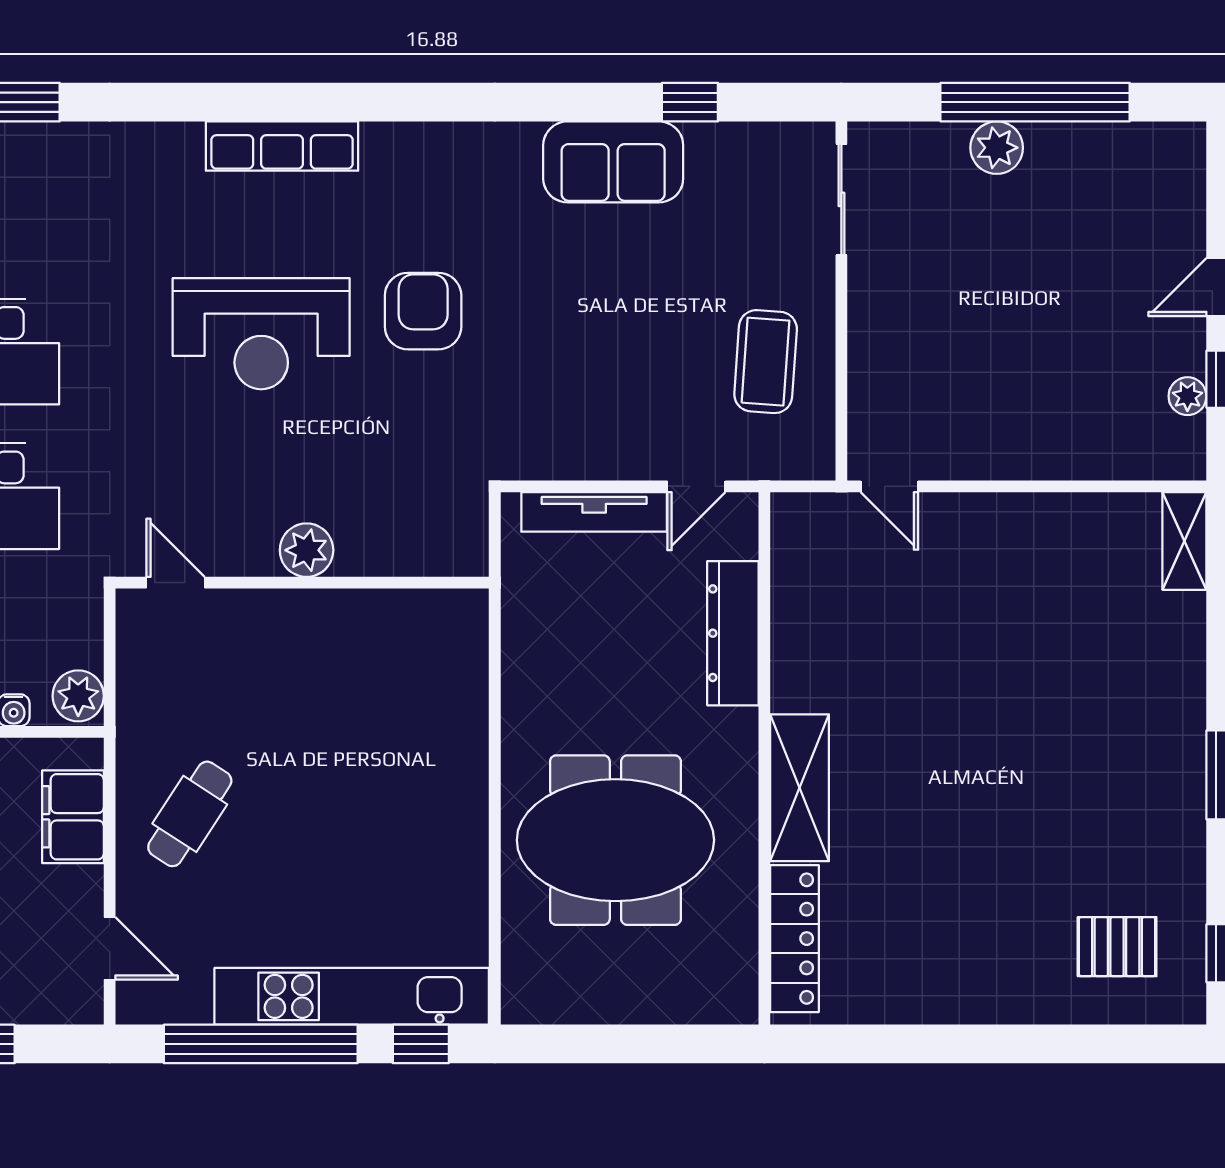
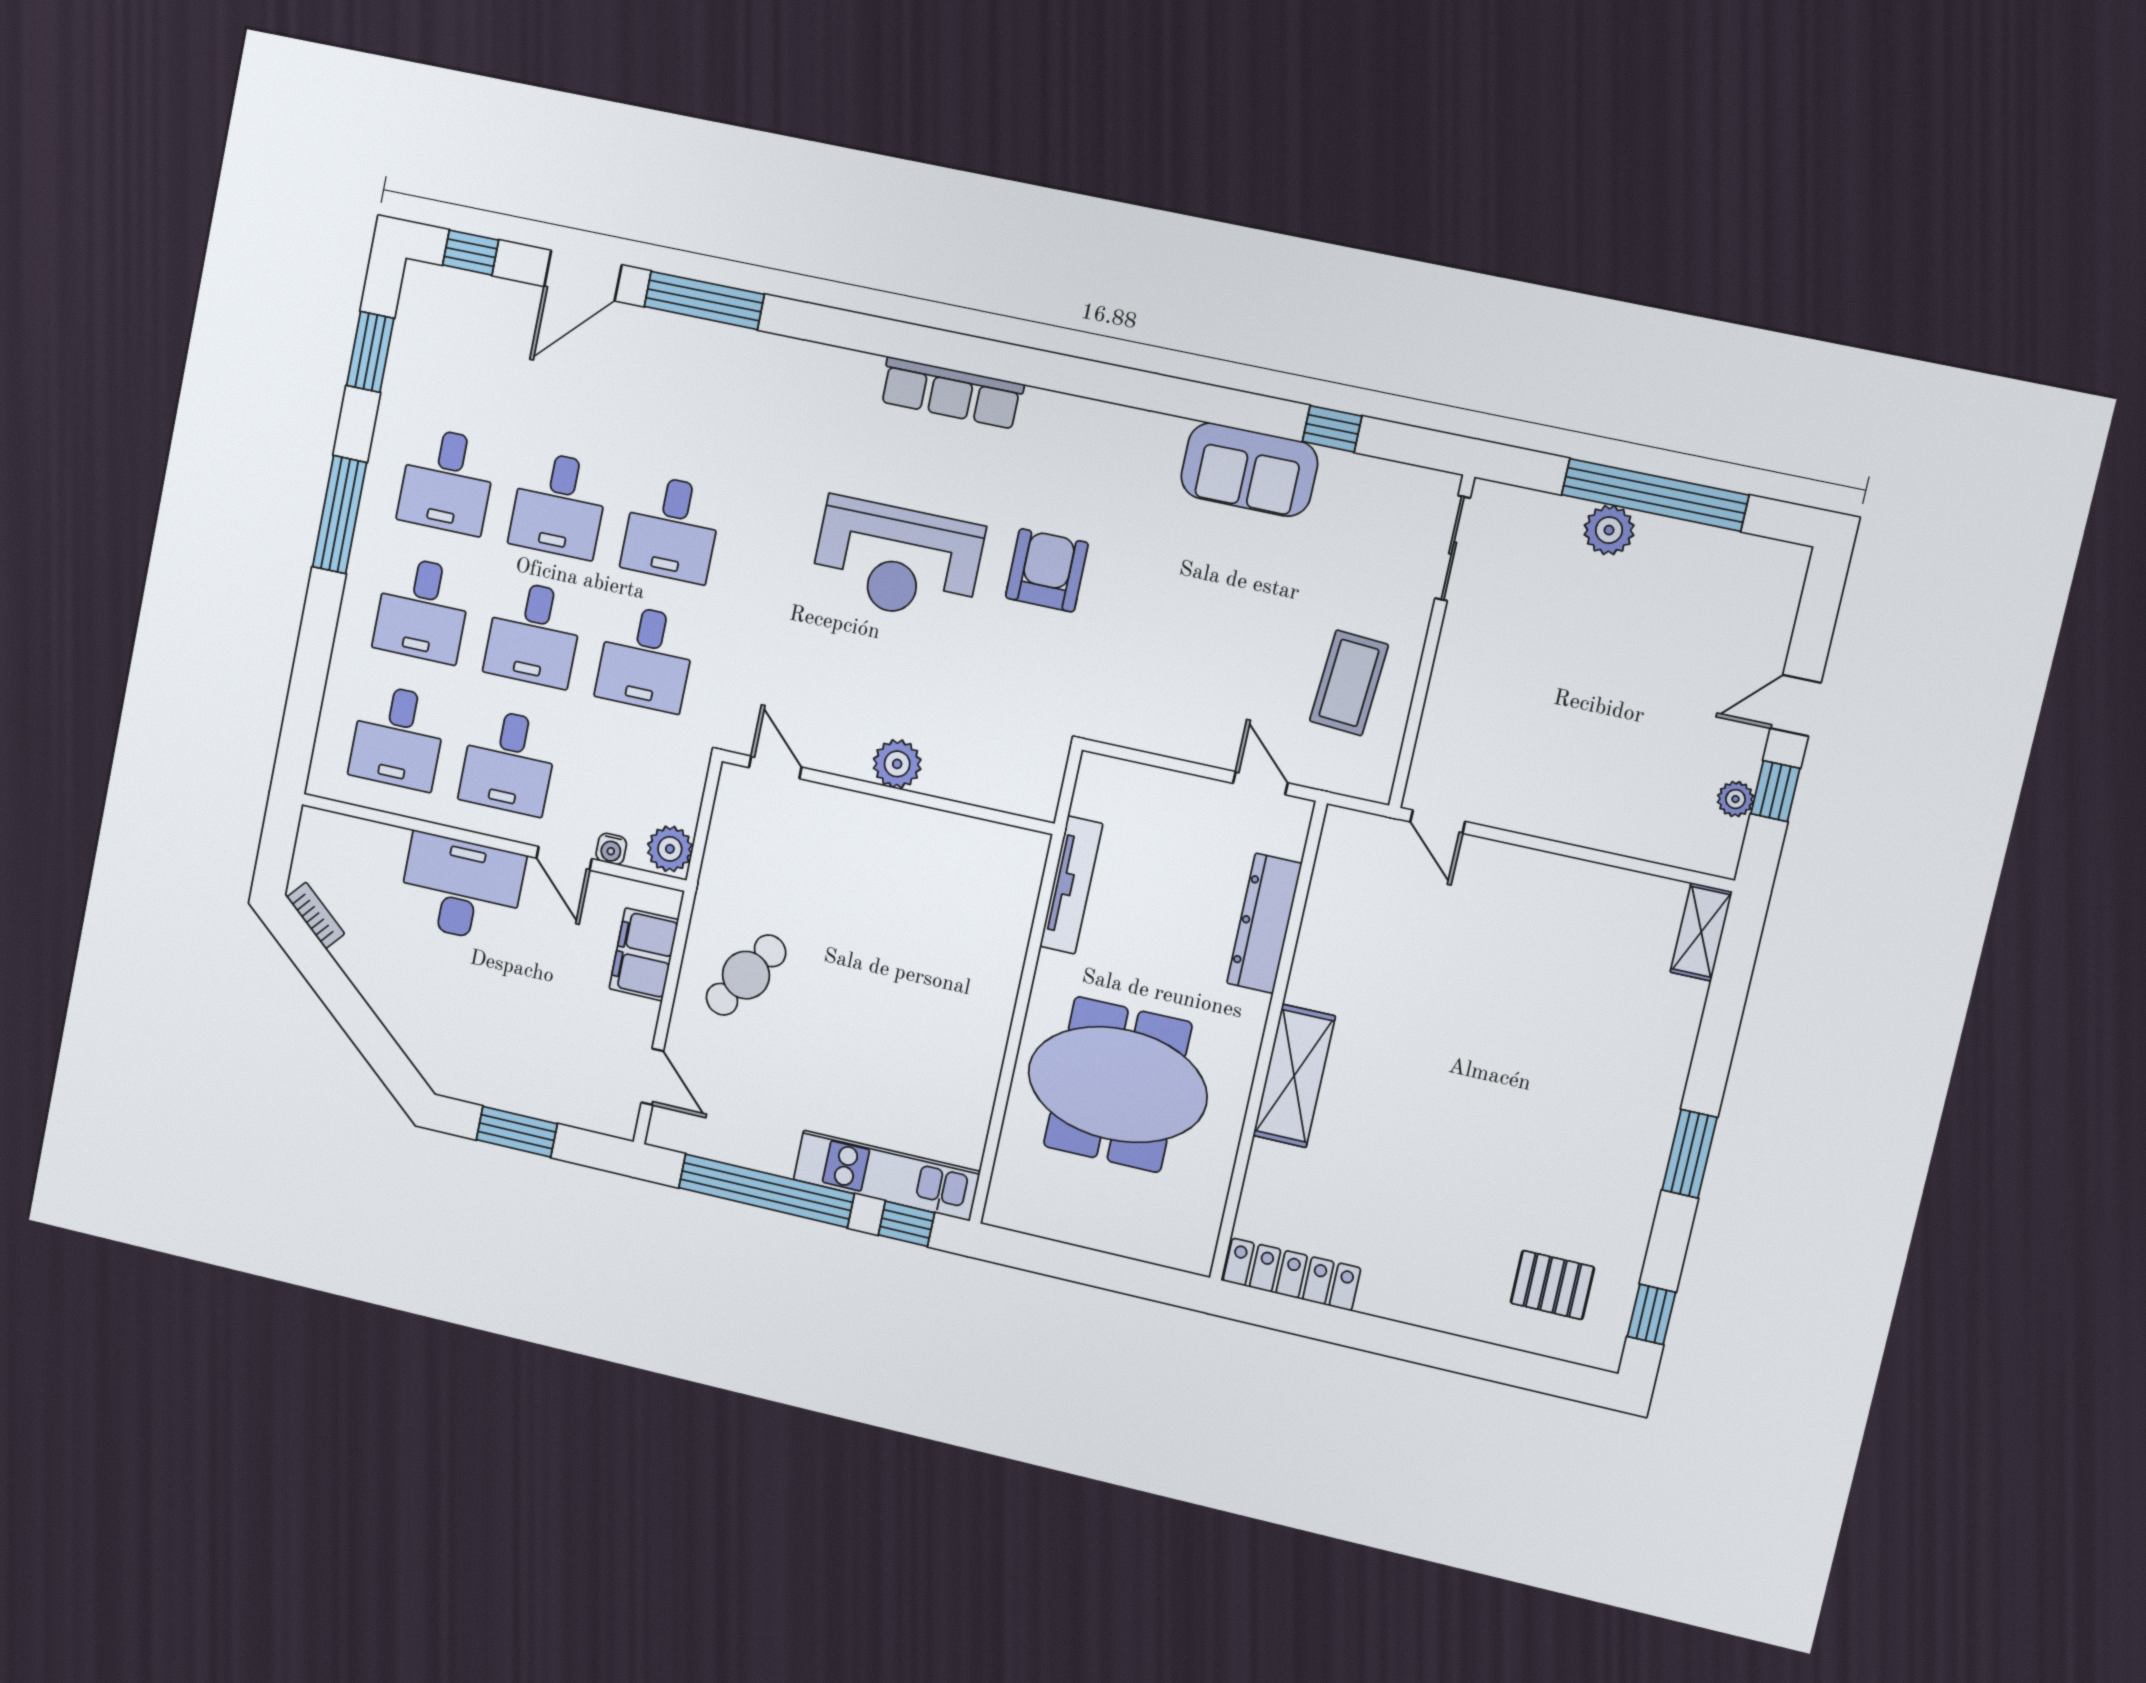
door: (696, 486) -> (1260, 783), swing flipped
tv unit: (594, 512) -> (1071, 885), moved, turned -90
locker: (794, 939) -> (1292, 1274), moved, turned -90
kitchen unit: (352, 996) -> (887, 1175), width x0.73

